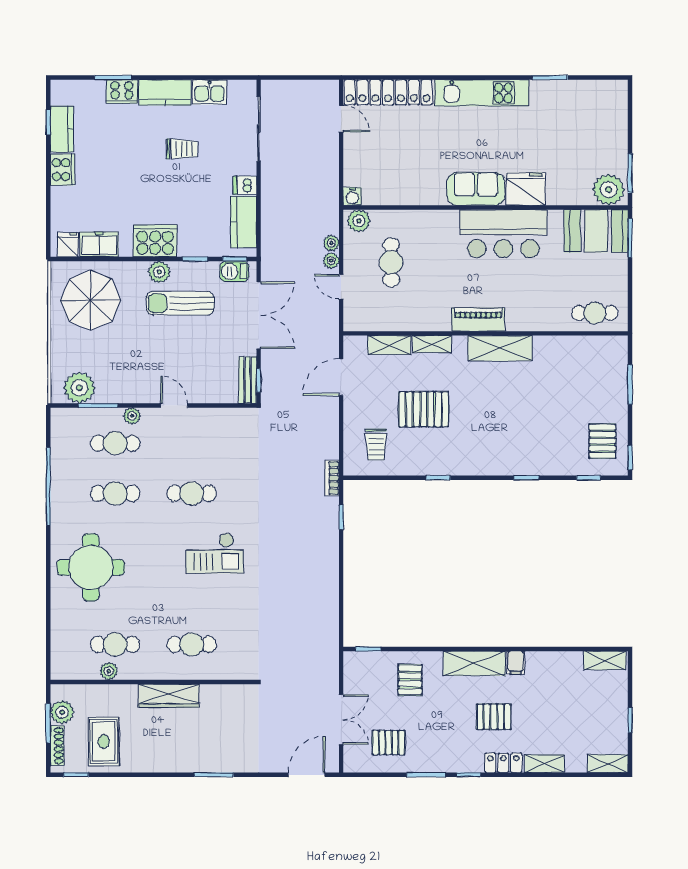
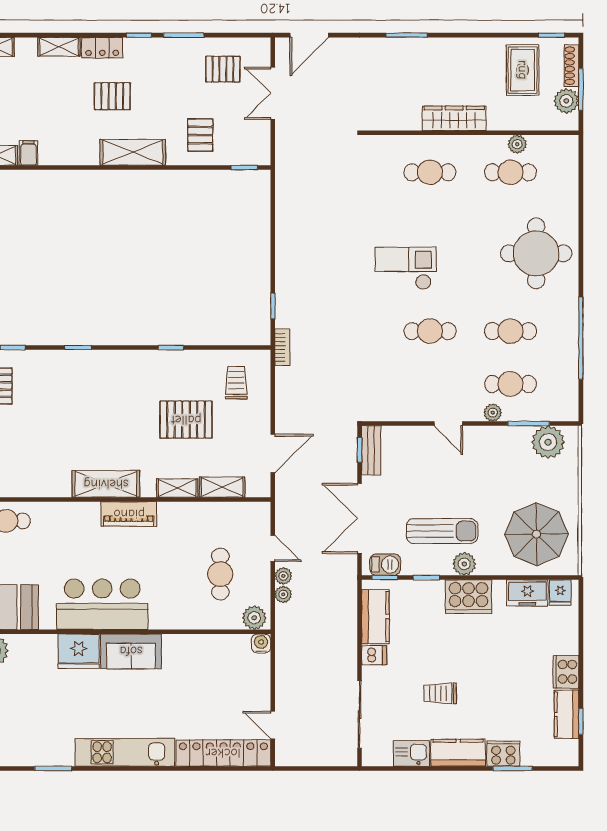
filing cabinet: (516, 663) -> (28, 153), moved

